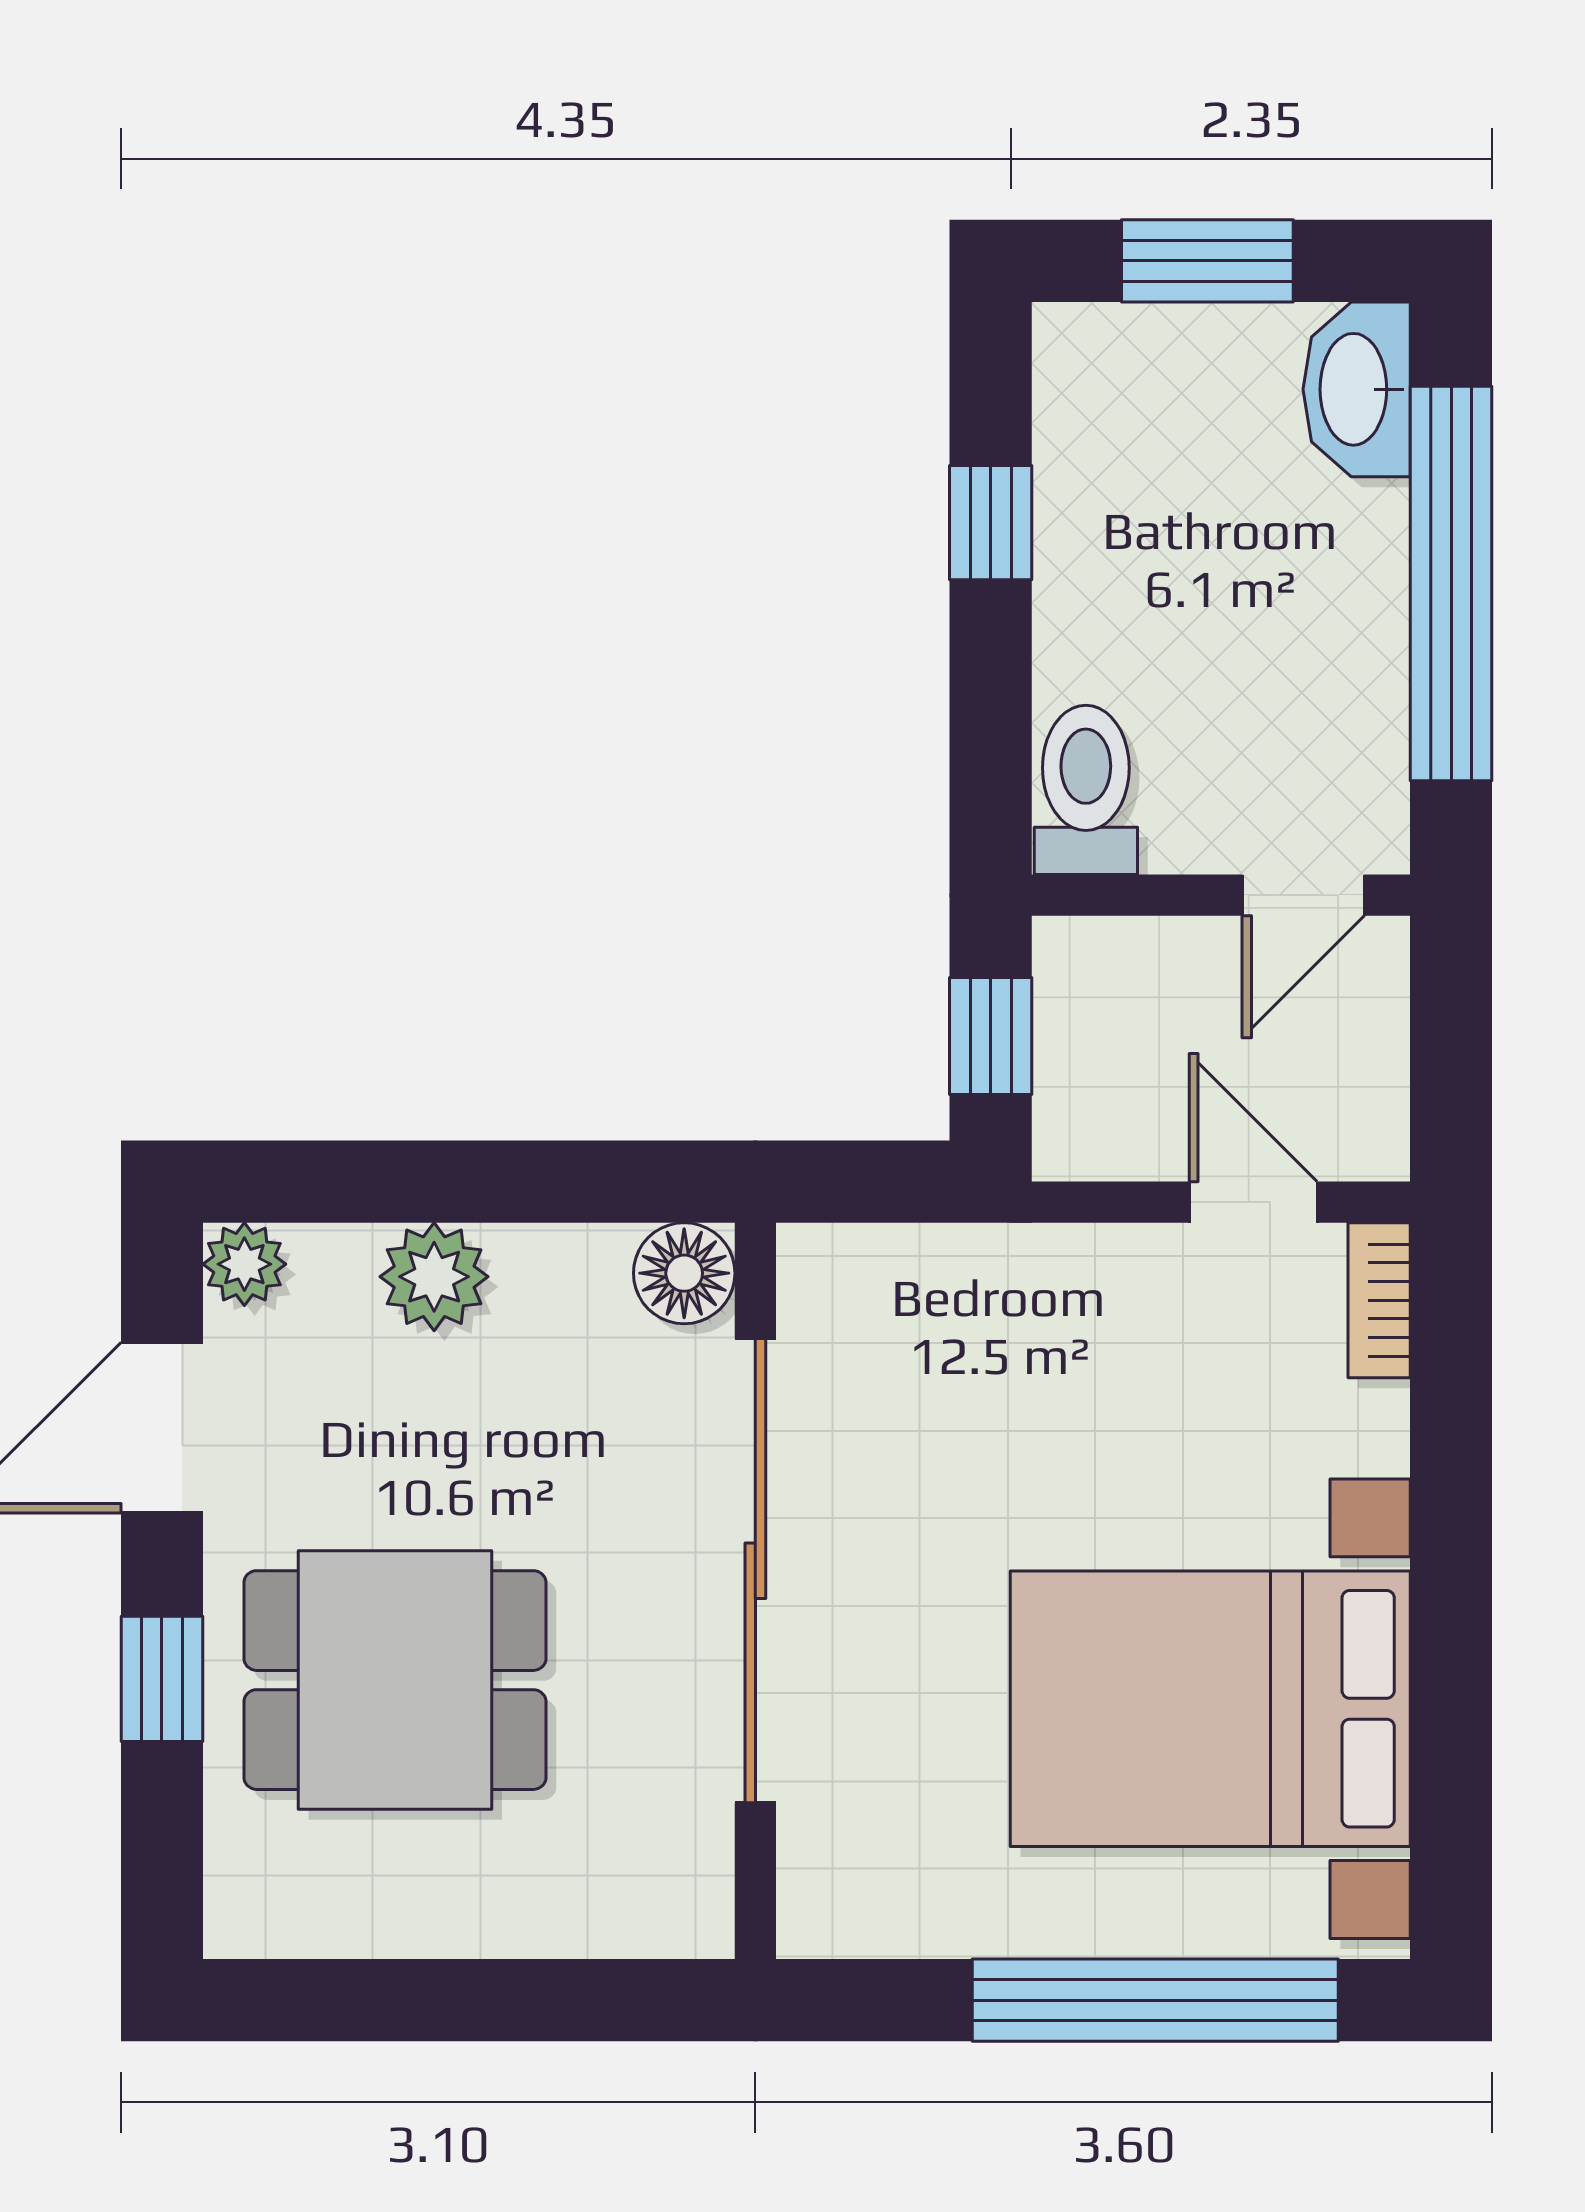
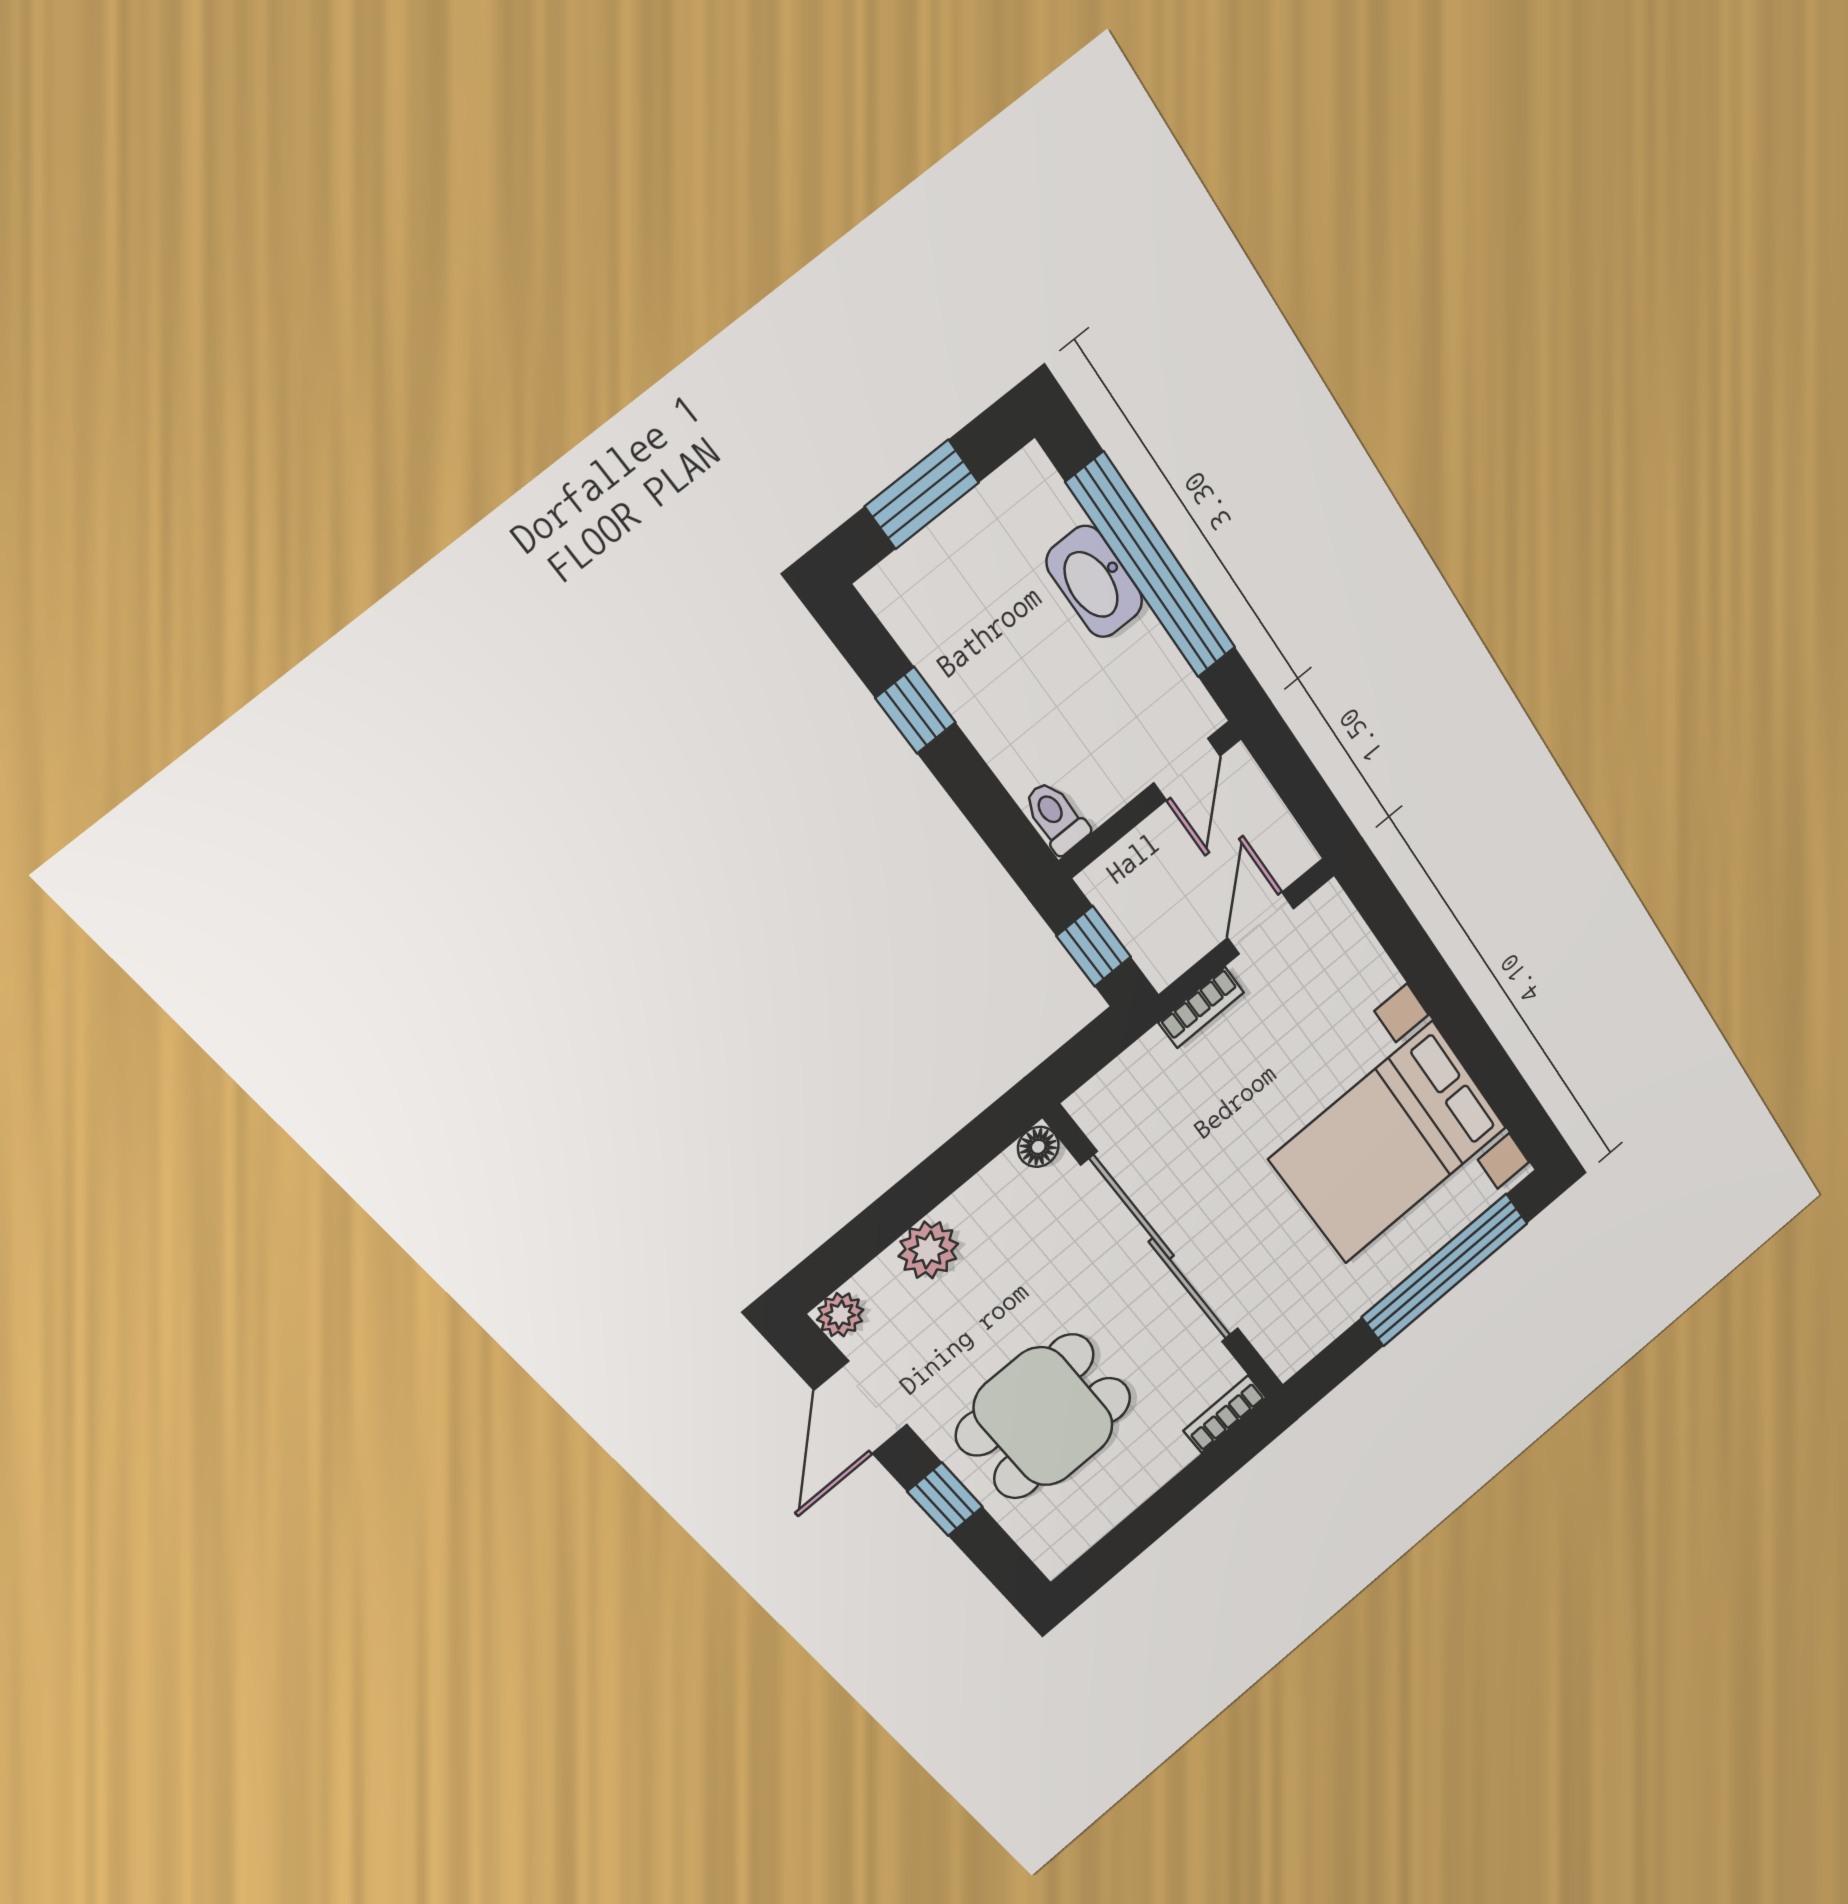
washbasin: (1357, 389) -> (1095, 582), moved
toilet: (1086, 790) -> (1056, 817), width x0.73, depth x0.72
door: (1253, 1202) -> (1261, 923), hinge flipped
floor lamp: (684, 1273) -> (1038, 1147), width x0.73, depth x0.73
bookcase: (1379, 1300) -> (1201, 1007), moved, turned -90
bookcase: (655, 1927) -> (1225, 1414), added

